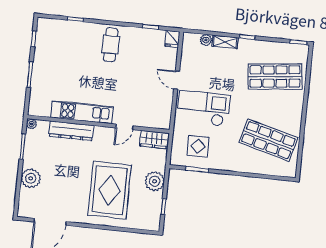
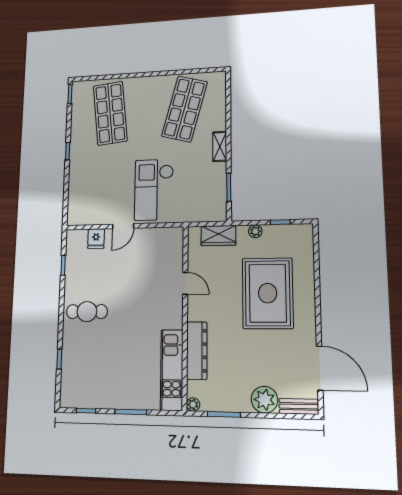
fridge: (172, 39) -> (96, 239), moved, turned 90
plant: (206, 40) -> (74, 198), removed
shelving: (225, 42) -> (220, 146), moved
kitchen unit: (82, 112) -> (172, 370), moved
wardrobe: (154, 140) -> (218, 236), moved, turned 90
display table: (198, 146) -> (200, 190), removed
plant: (155, 181) -> (255, 231), width x0.53, depth x0.53
rug: (110, 190) -> (268, 293), turned 90
bench: (24, 203) -> (299, 406), added

